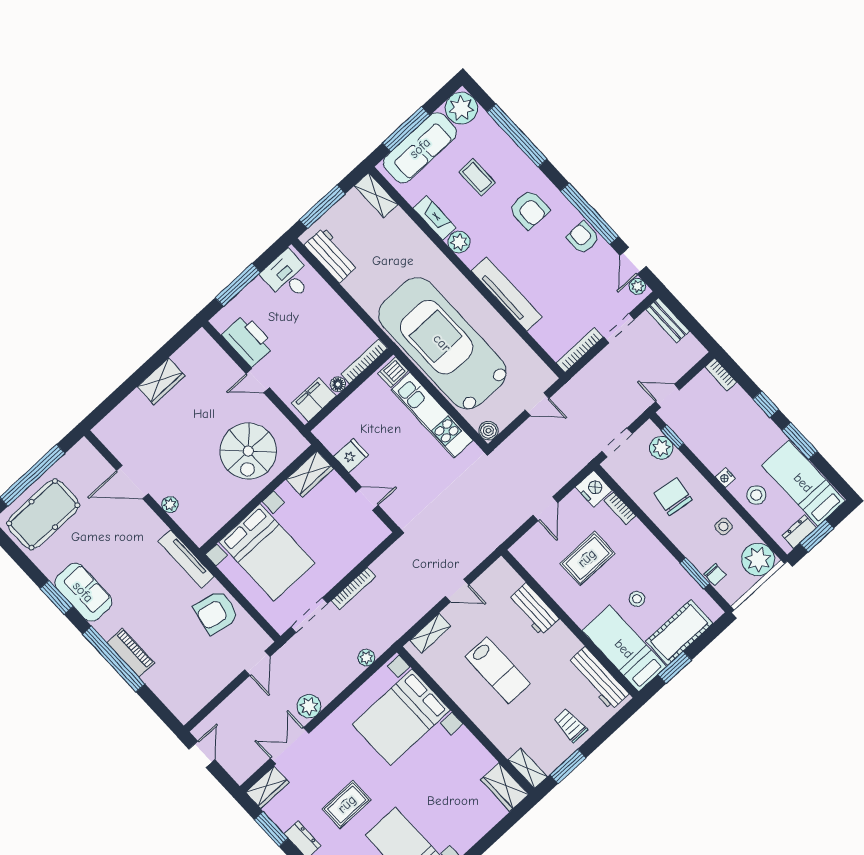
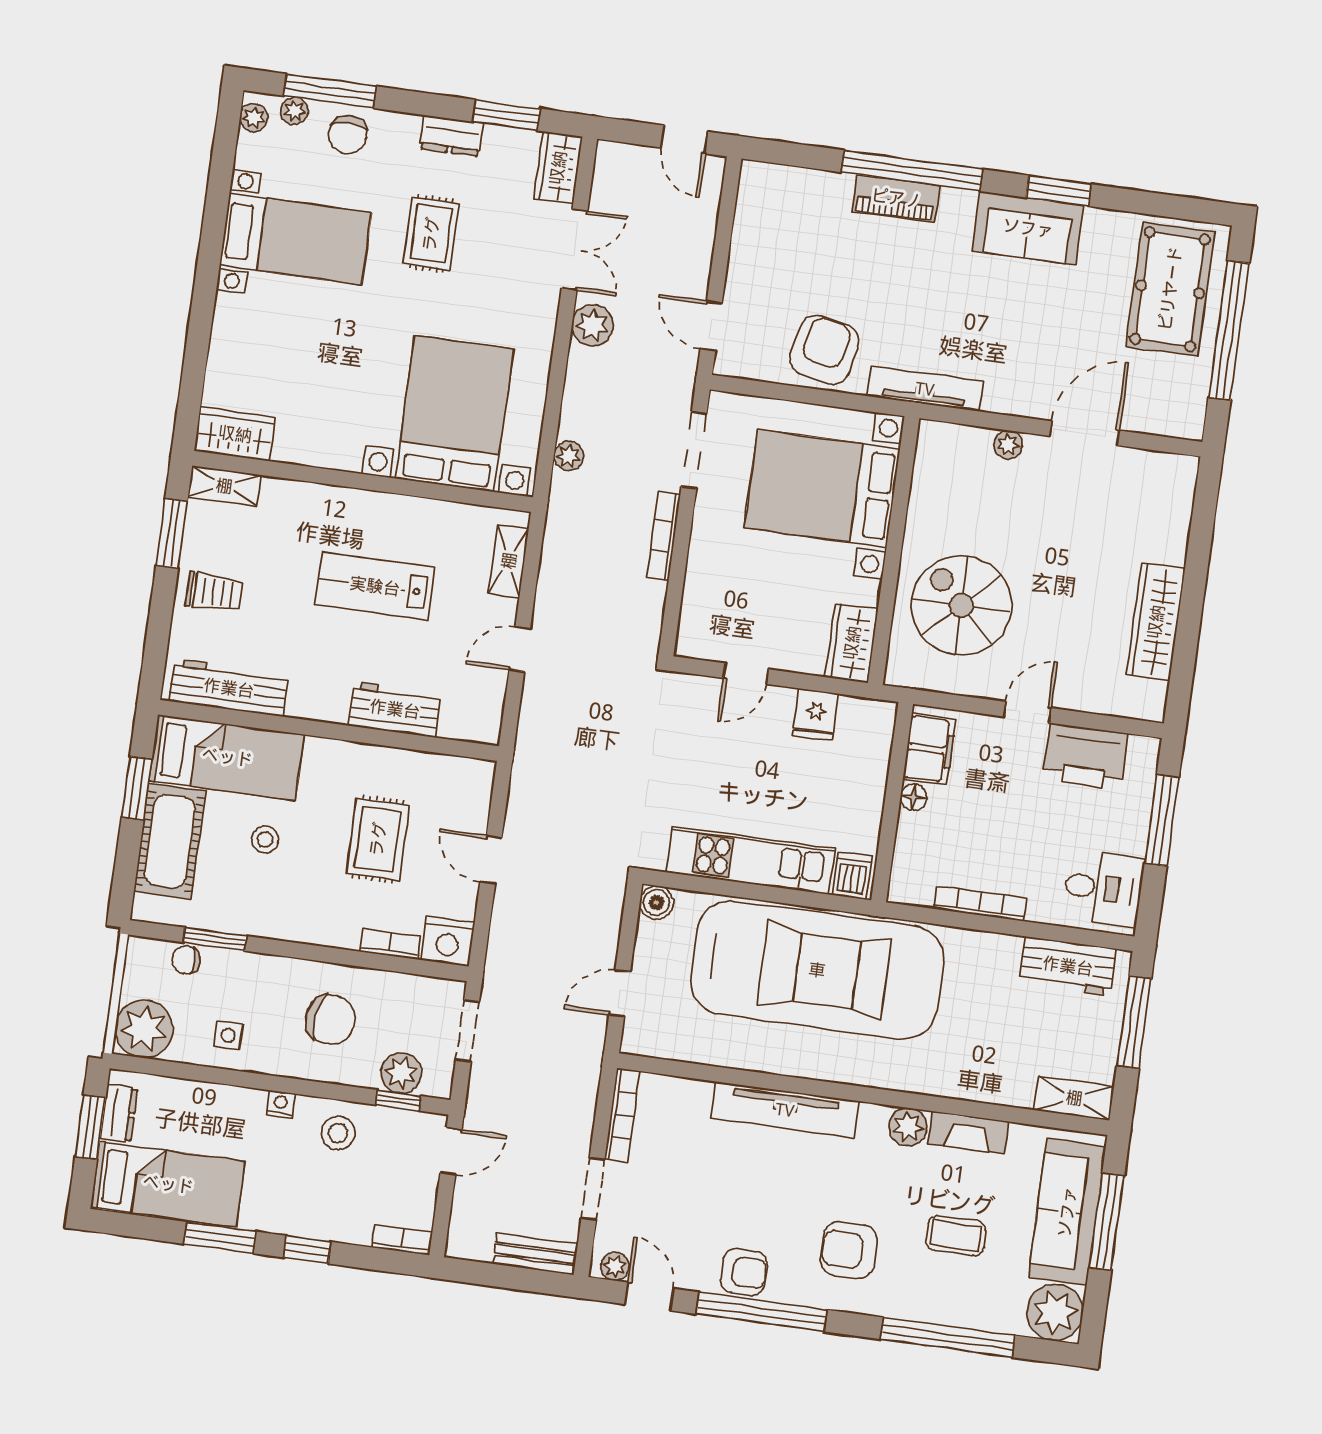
bookcase: (364, 361) -> (980, 904), moved, turned -90
wardrobe: (161, 381) -> (1156, 622), width x1.50
stool: (756, 495) -> (338, 1133), moved

